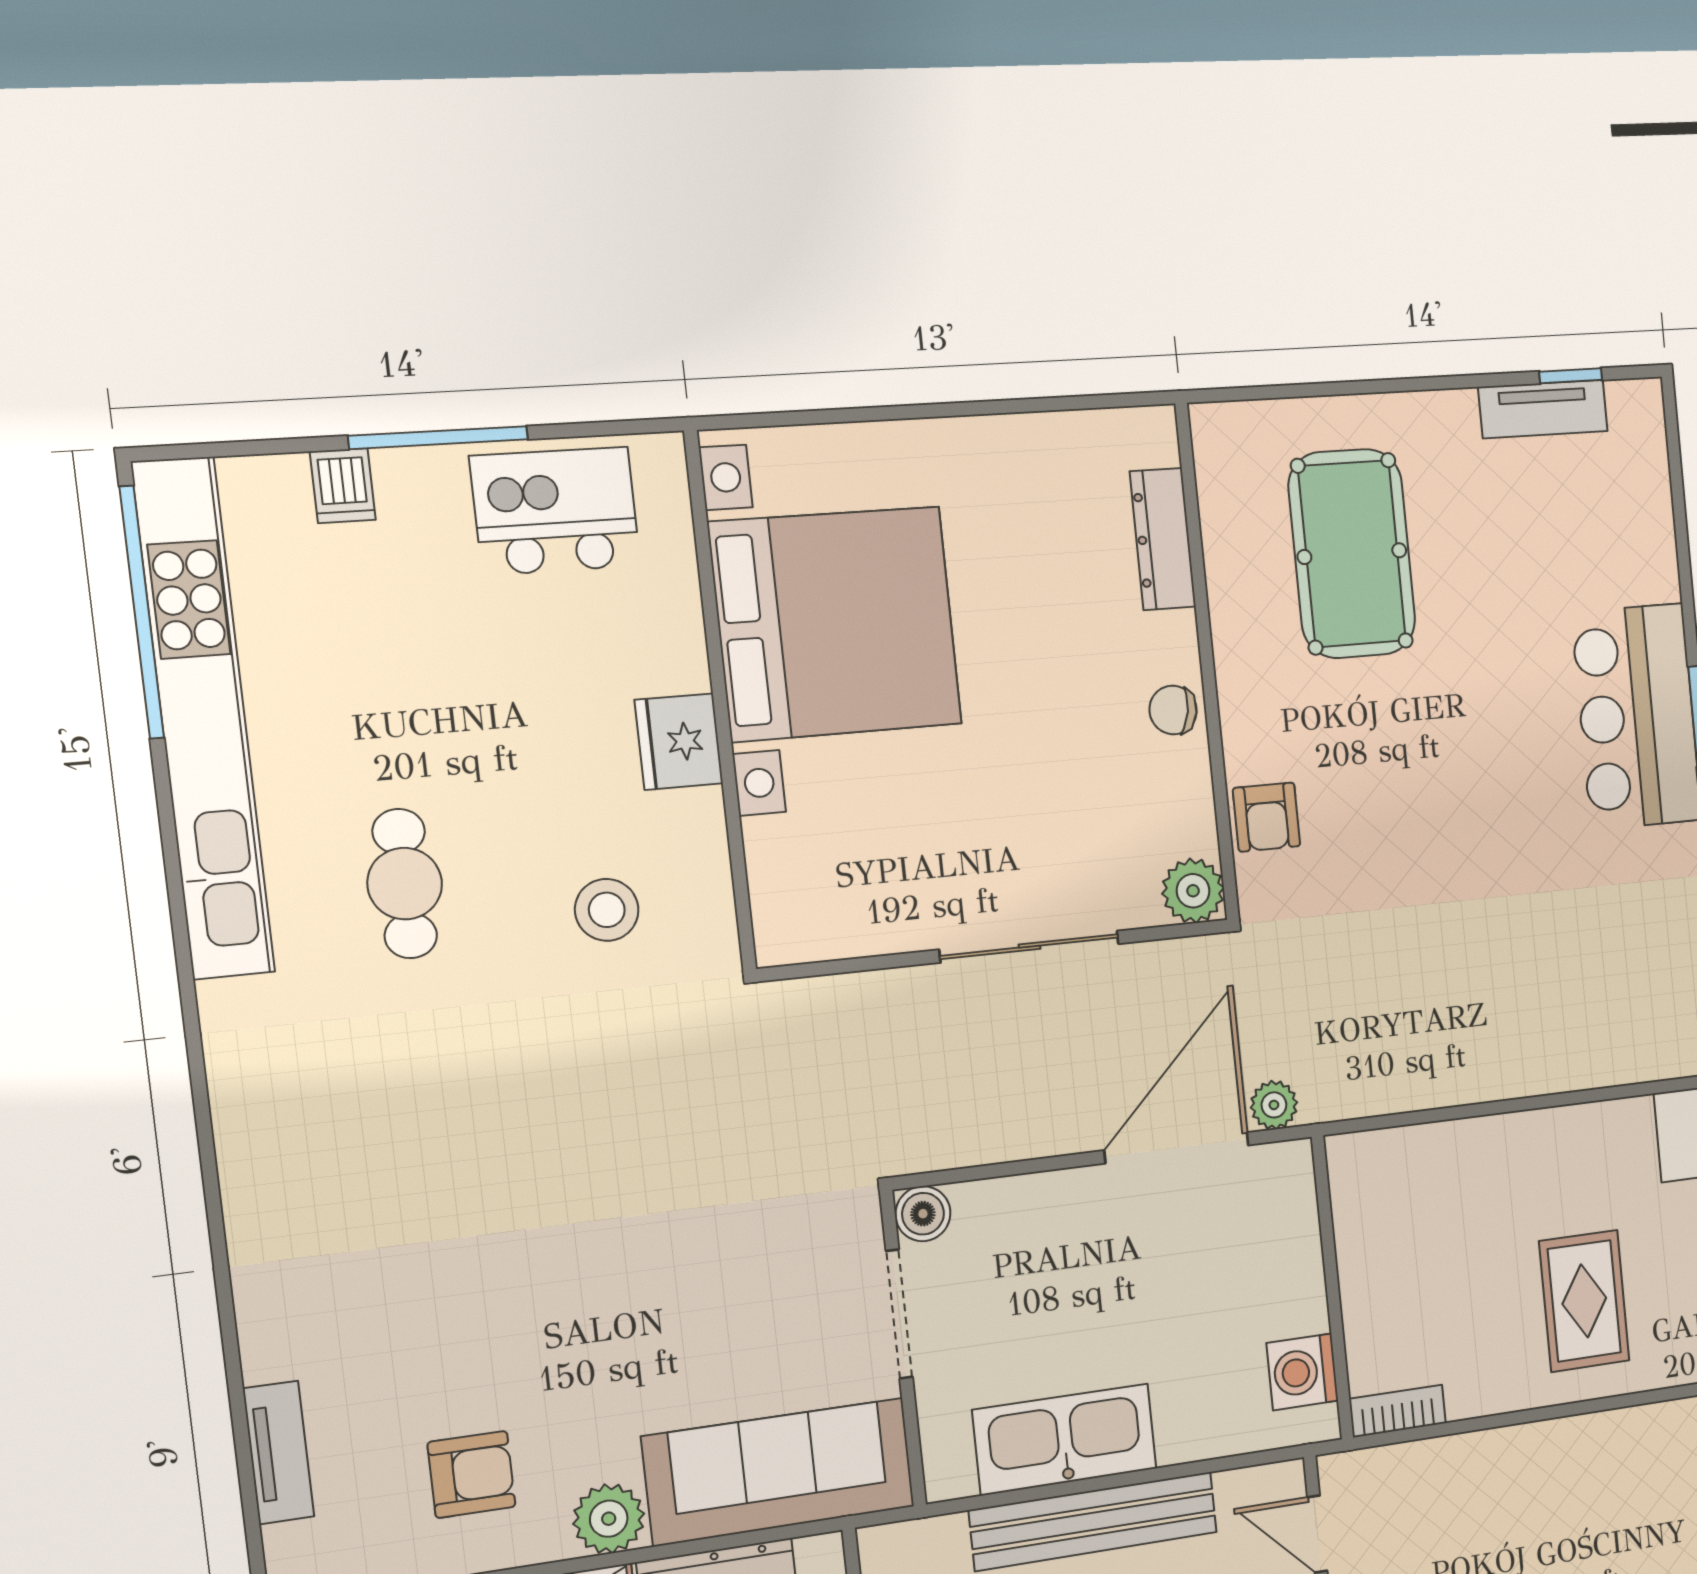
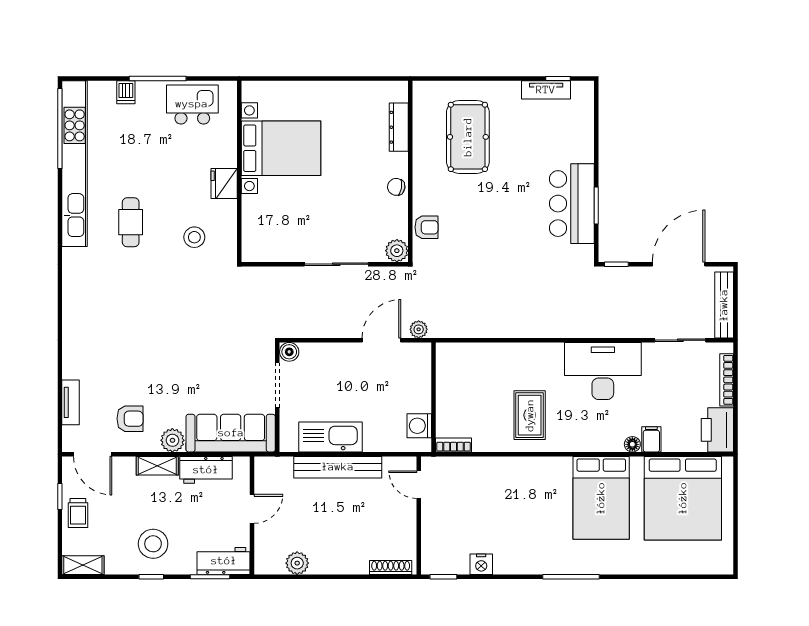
bed with nightstands: (836, 624) -> (281, 148), width x0.73
armchair: (1267, 817) -> (426, 227), turned -90
door: (1177, 1148) -> (381, 340), width x0.73

